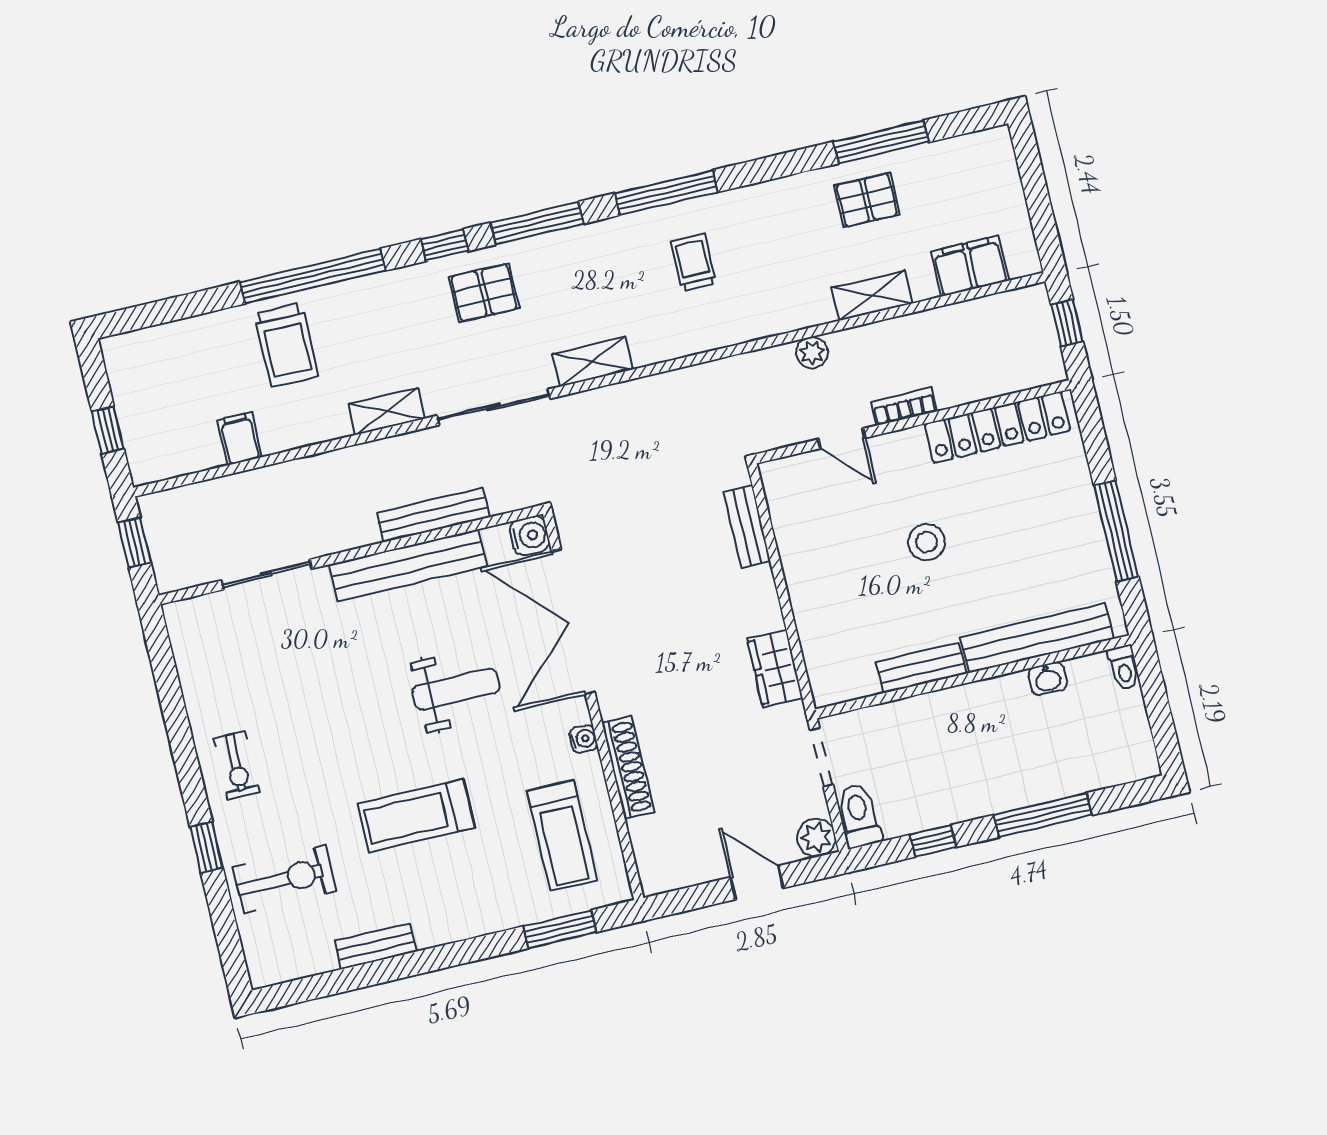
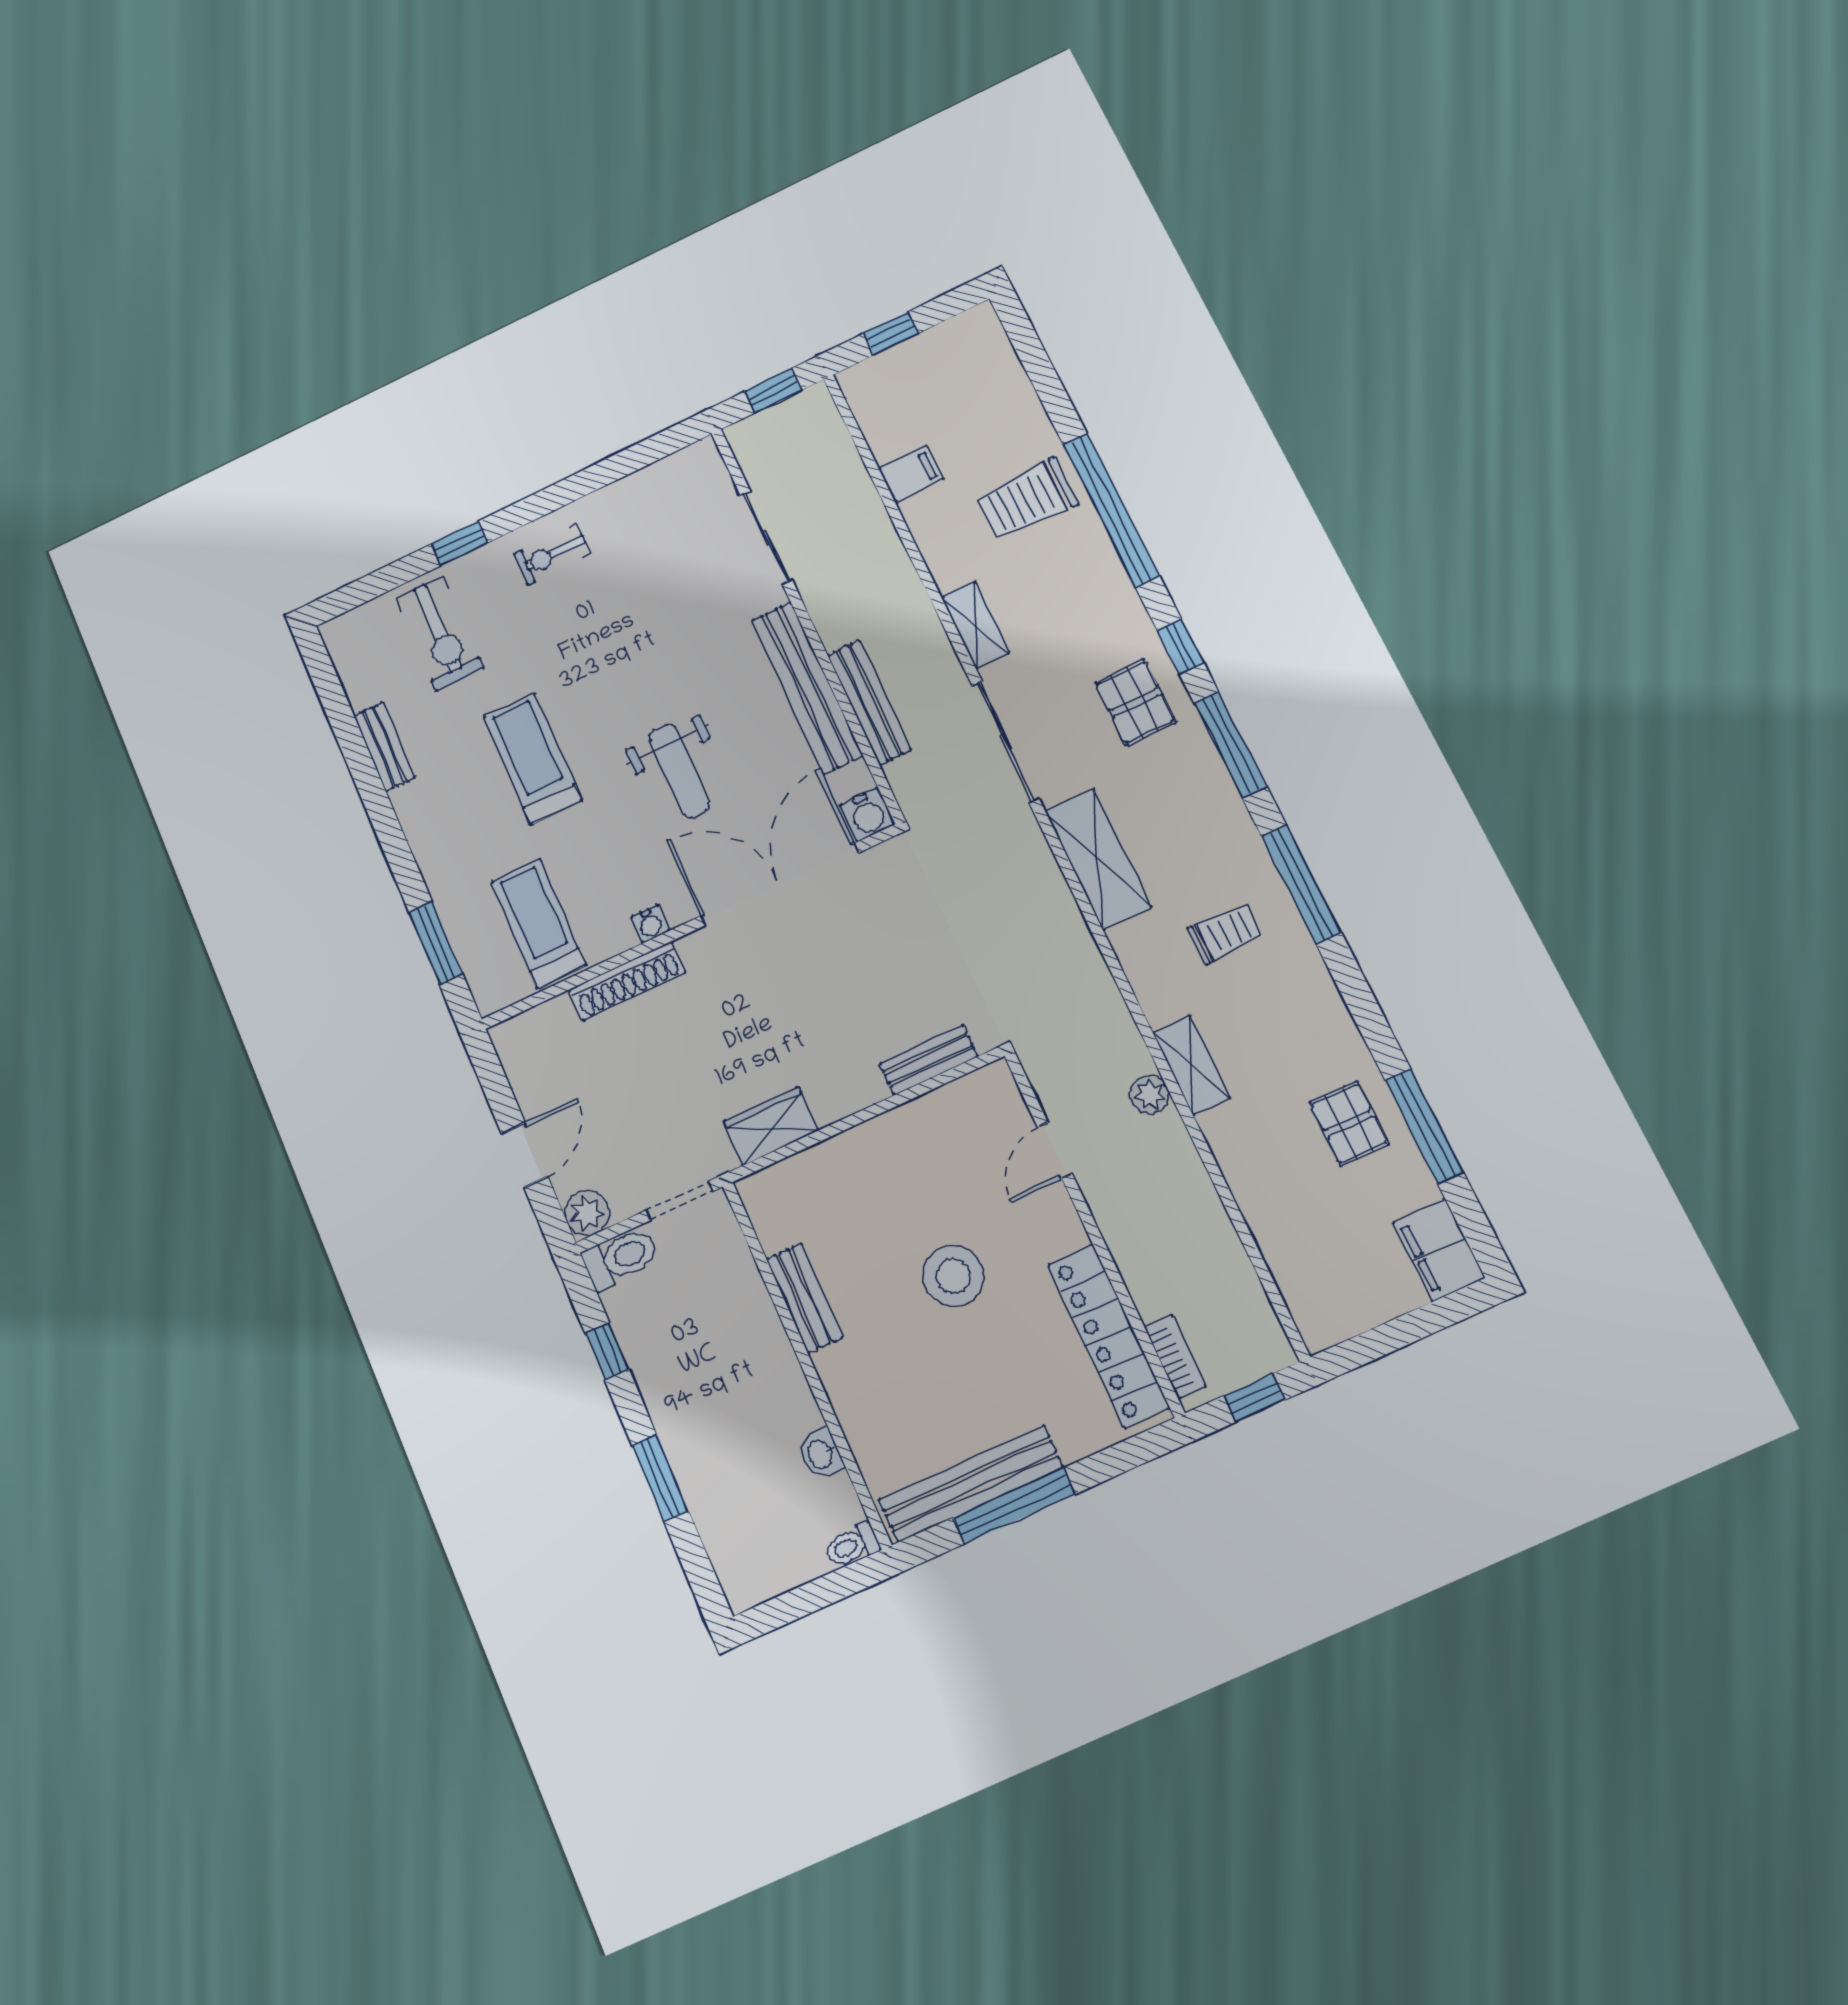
filing cabinet: (970, 266) -> (1439, 1250), moved, turned 180
shelving: (872, 296) -> (1191, 1065), moved
shelving: (593, 362) -> (1098, 859), width x1.50, depth x1.33
bookcase: (904, 406) -> (1175, 1357), moved
stool: (926, 542) -> (953, 1276), width x1.38, depth x1.38
bench: (1037, 638) -> (971, 1484), moved, turned 90
window: (1043, 815) -> (660, 1478), width x0.69
treadmill: (562, 836) -> (539, 923), turned 90

